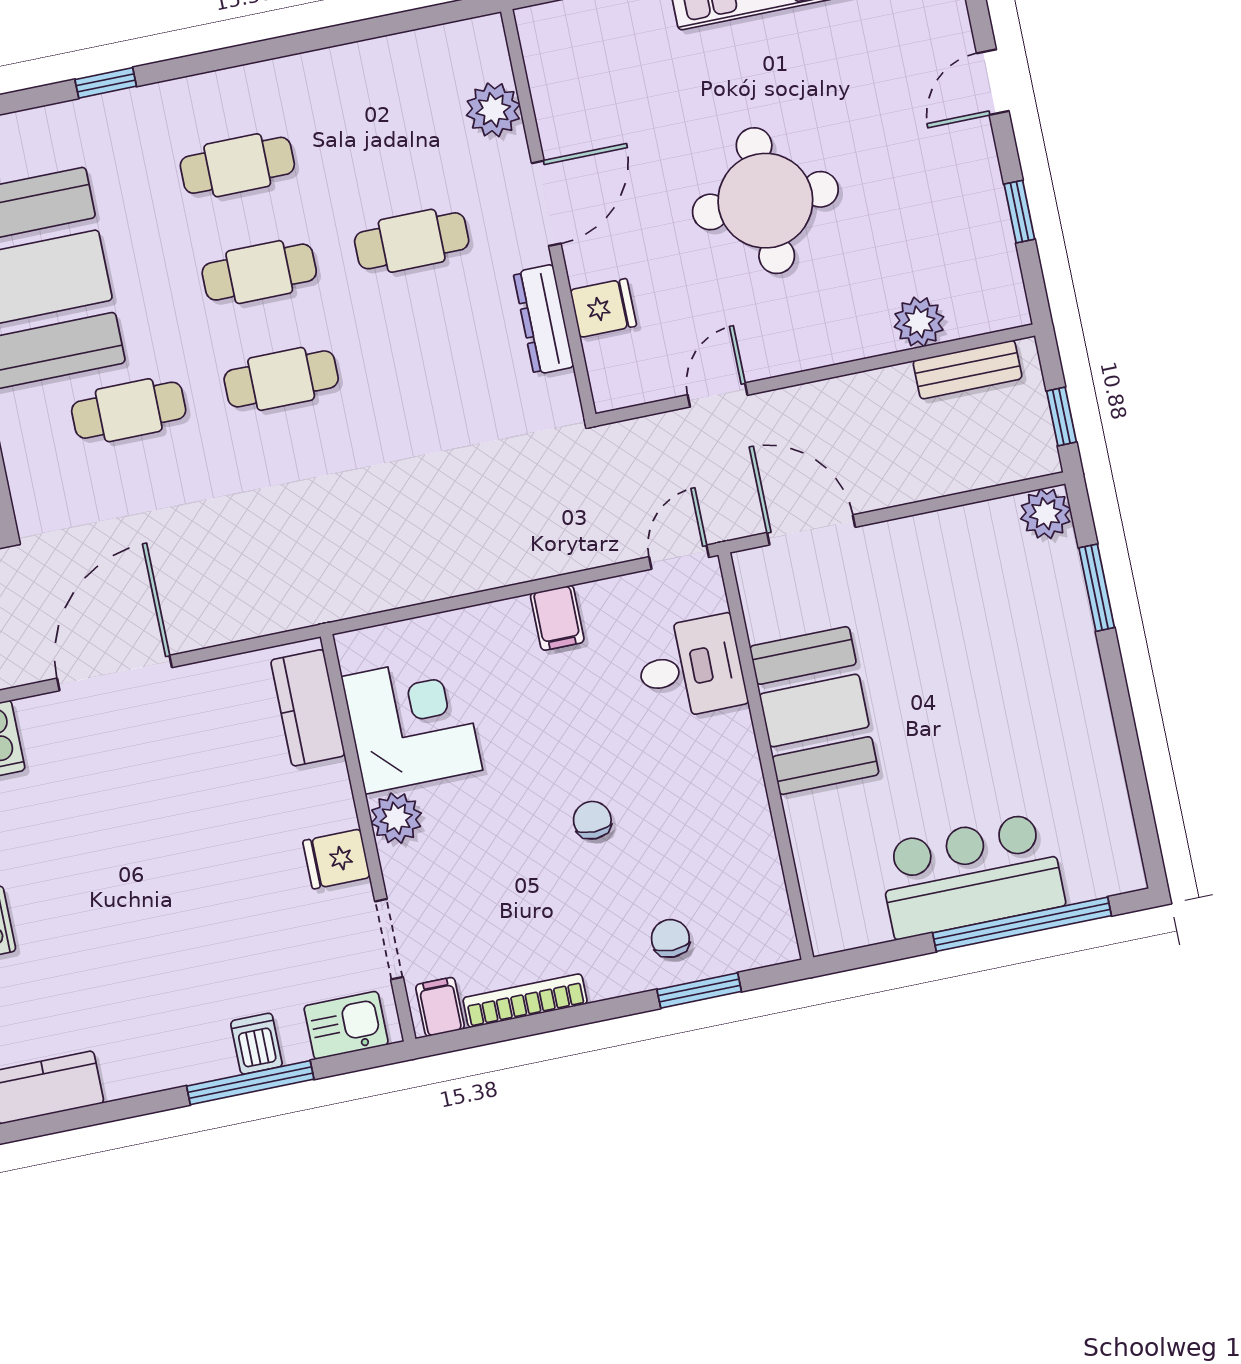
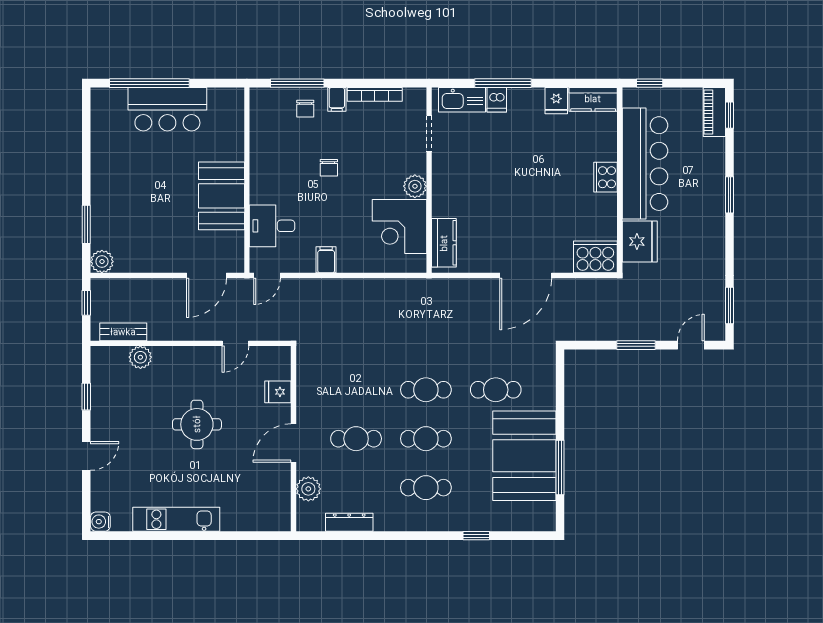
round table: (765, 201) -> (197, 424), width x0.73, depth x0.73
dresser: (543, 320) -> (349, 522), moved, turned -90
door: (811, 530) -> (207, 276), hinge flipped
fridge: (336, 859) -> (556, 101), moved, turned 90
window: (699, 991) -> (297, 83), width x1.44
filing cabinet: (440, 1007) -> (337, 99), moved
kitchen sink: (346, 1025) -> (462, 100), width x1.38

